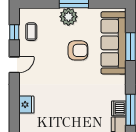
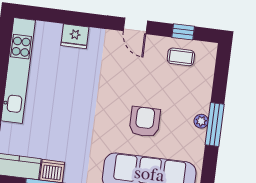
plant: (68, 17) -> (201, 121), width x0.53, depth x0.53
armchair: (78, 50) -> (145, 122), turned 180

